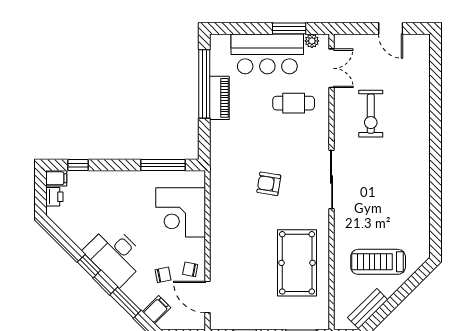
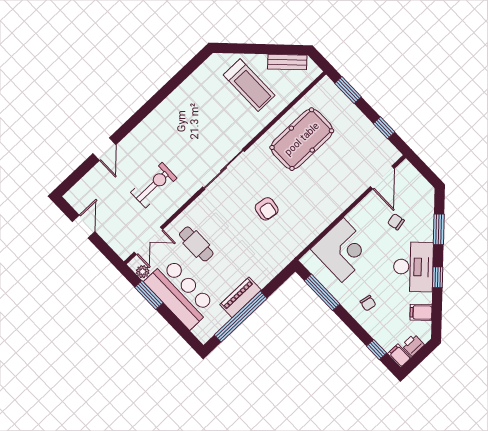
double door: (332, 68) -> (148, 241), swing flipped
door: (436, 102) -> (104, 149), added
chair: (190, 269) -> (368, 303), moved
filing cabinet: (157, 310) -> (421, 312), moved

